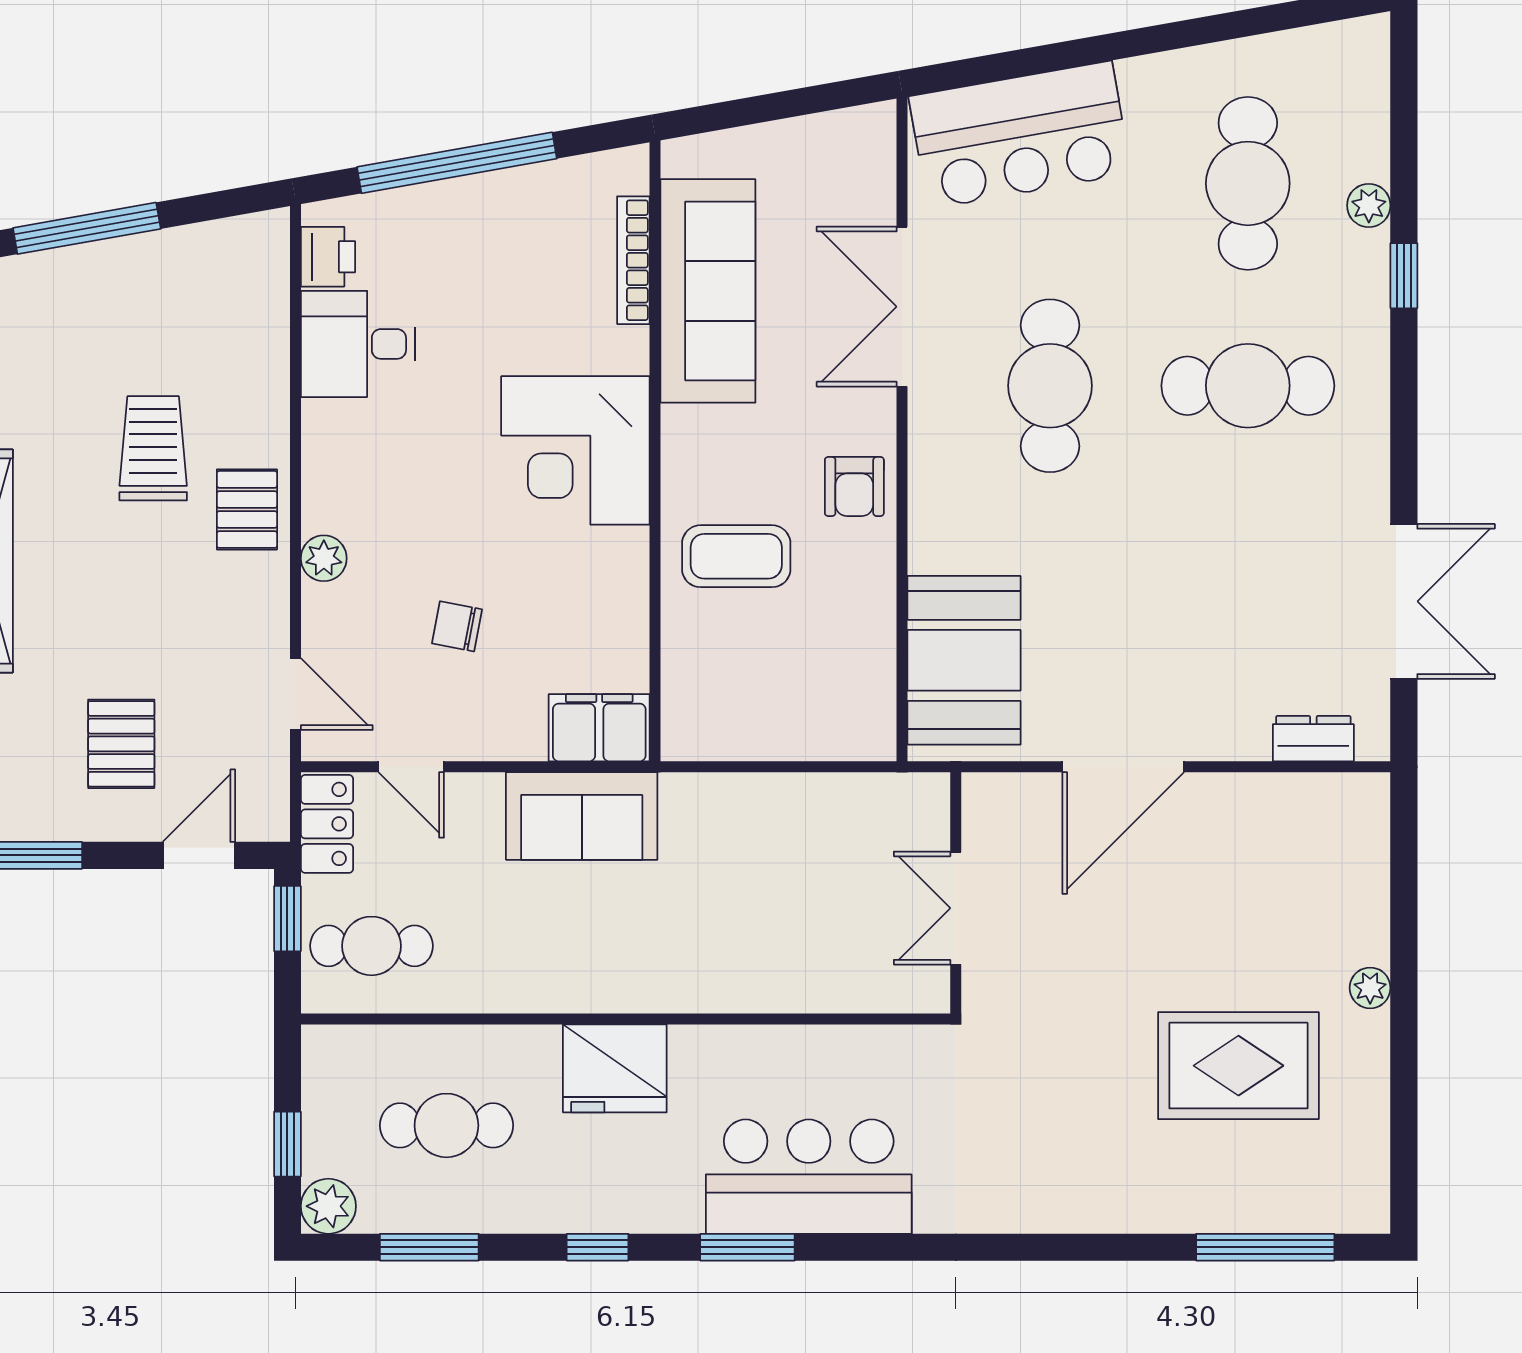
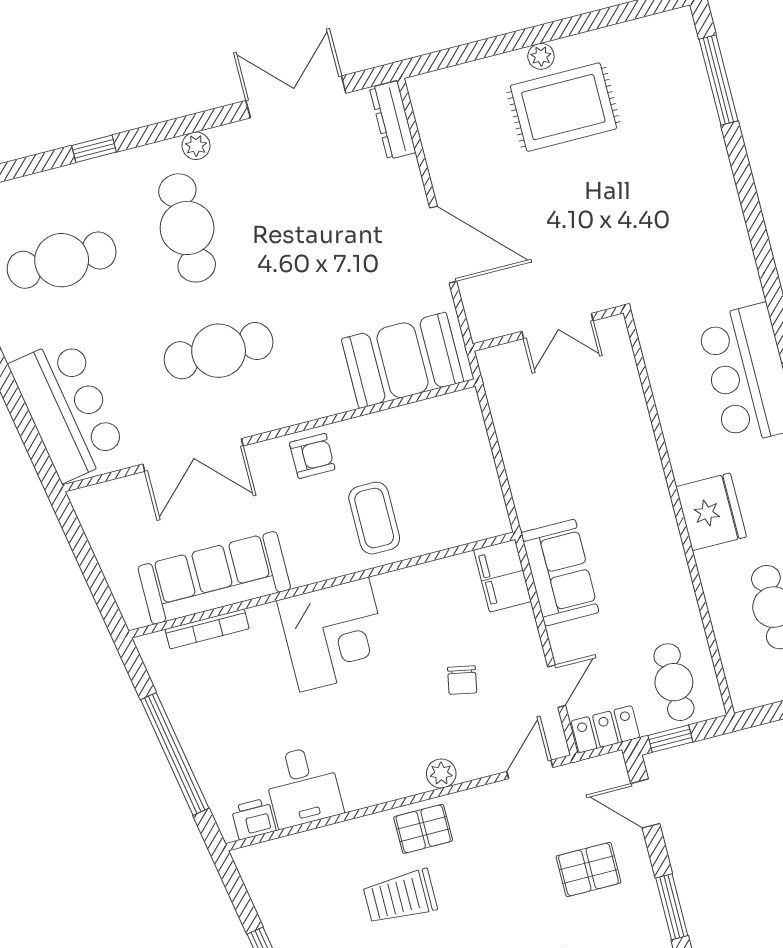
plant: (1369, 205) -> (196, 146), moved
dresser: (1313, 739) -> (393, 120), width x1.44
rug: (1238, 1066) -> (563, 107), moved, turned 90

